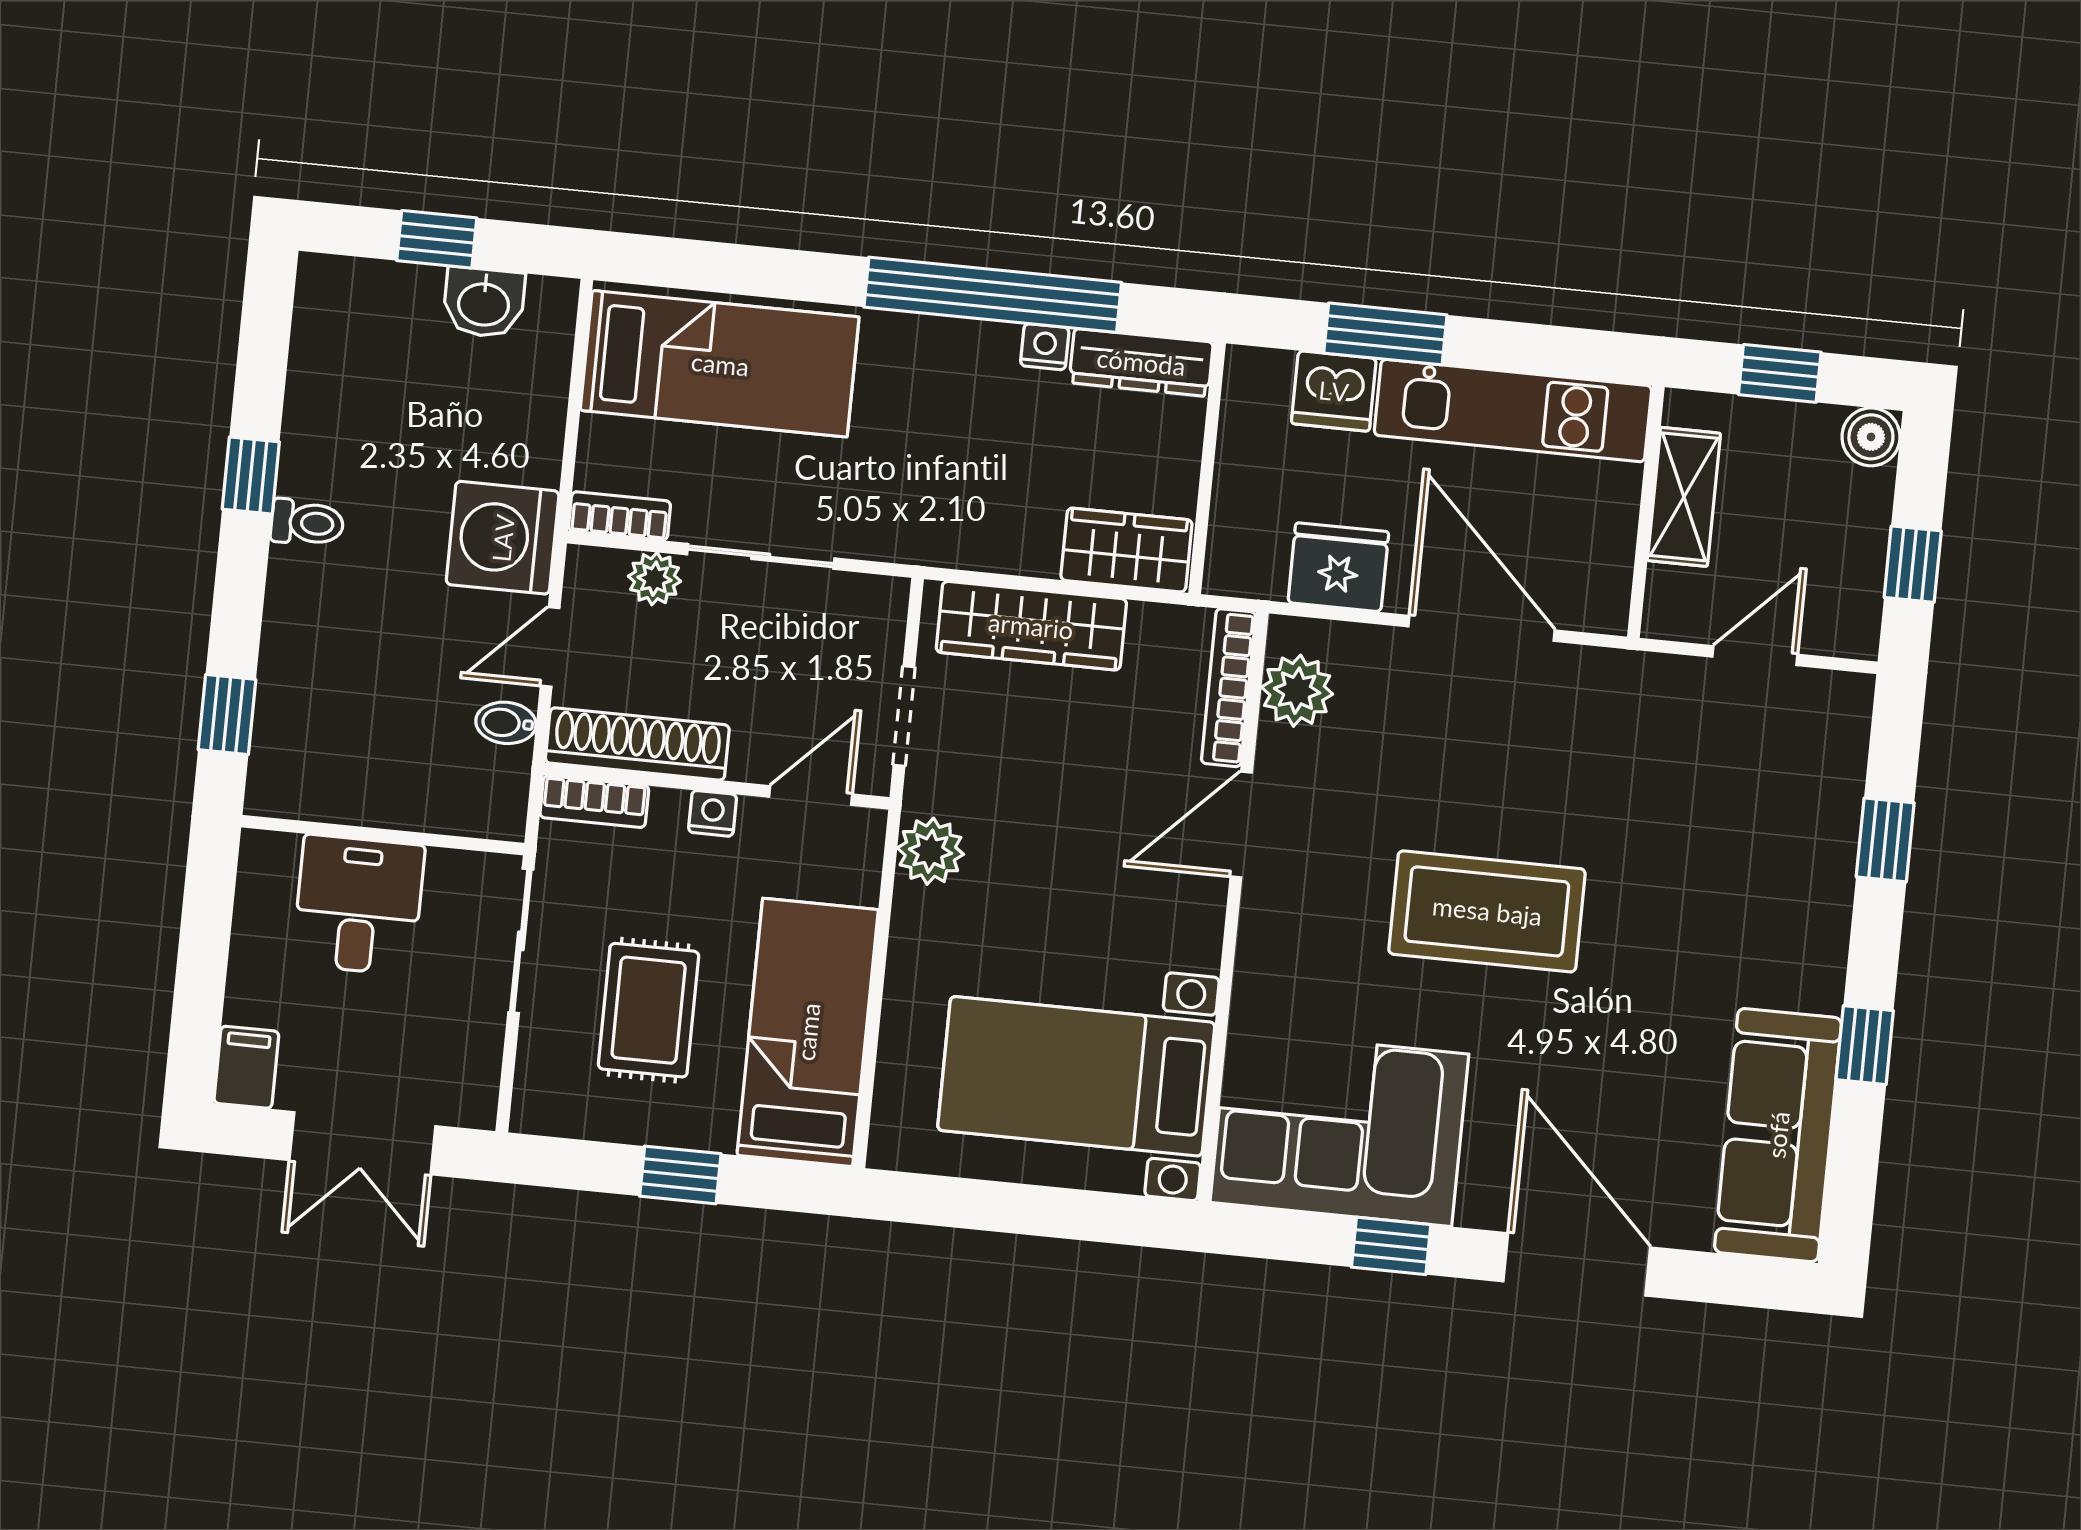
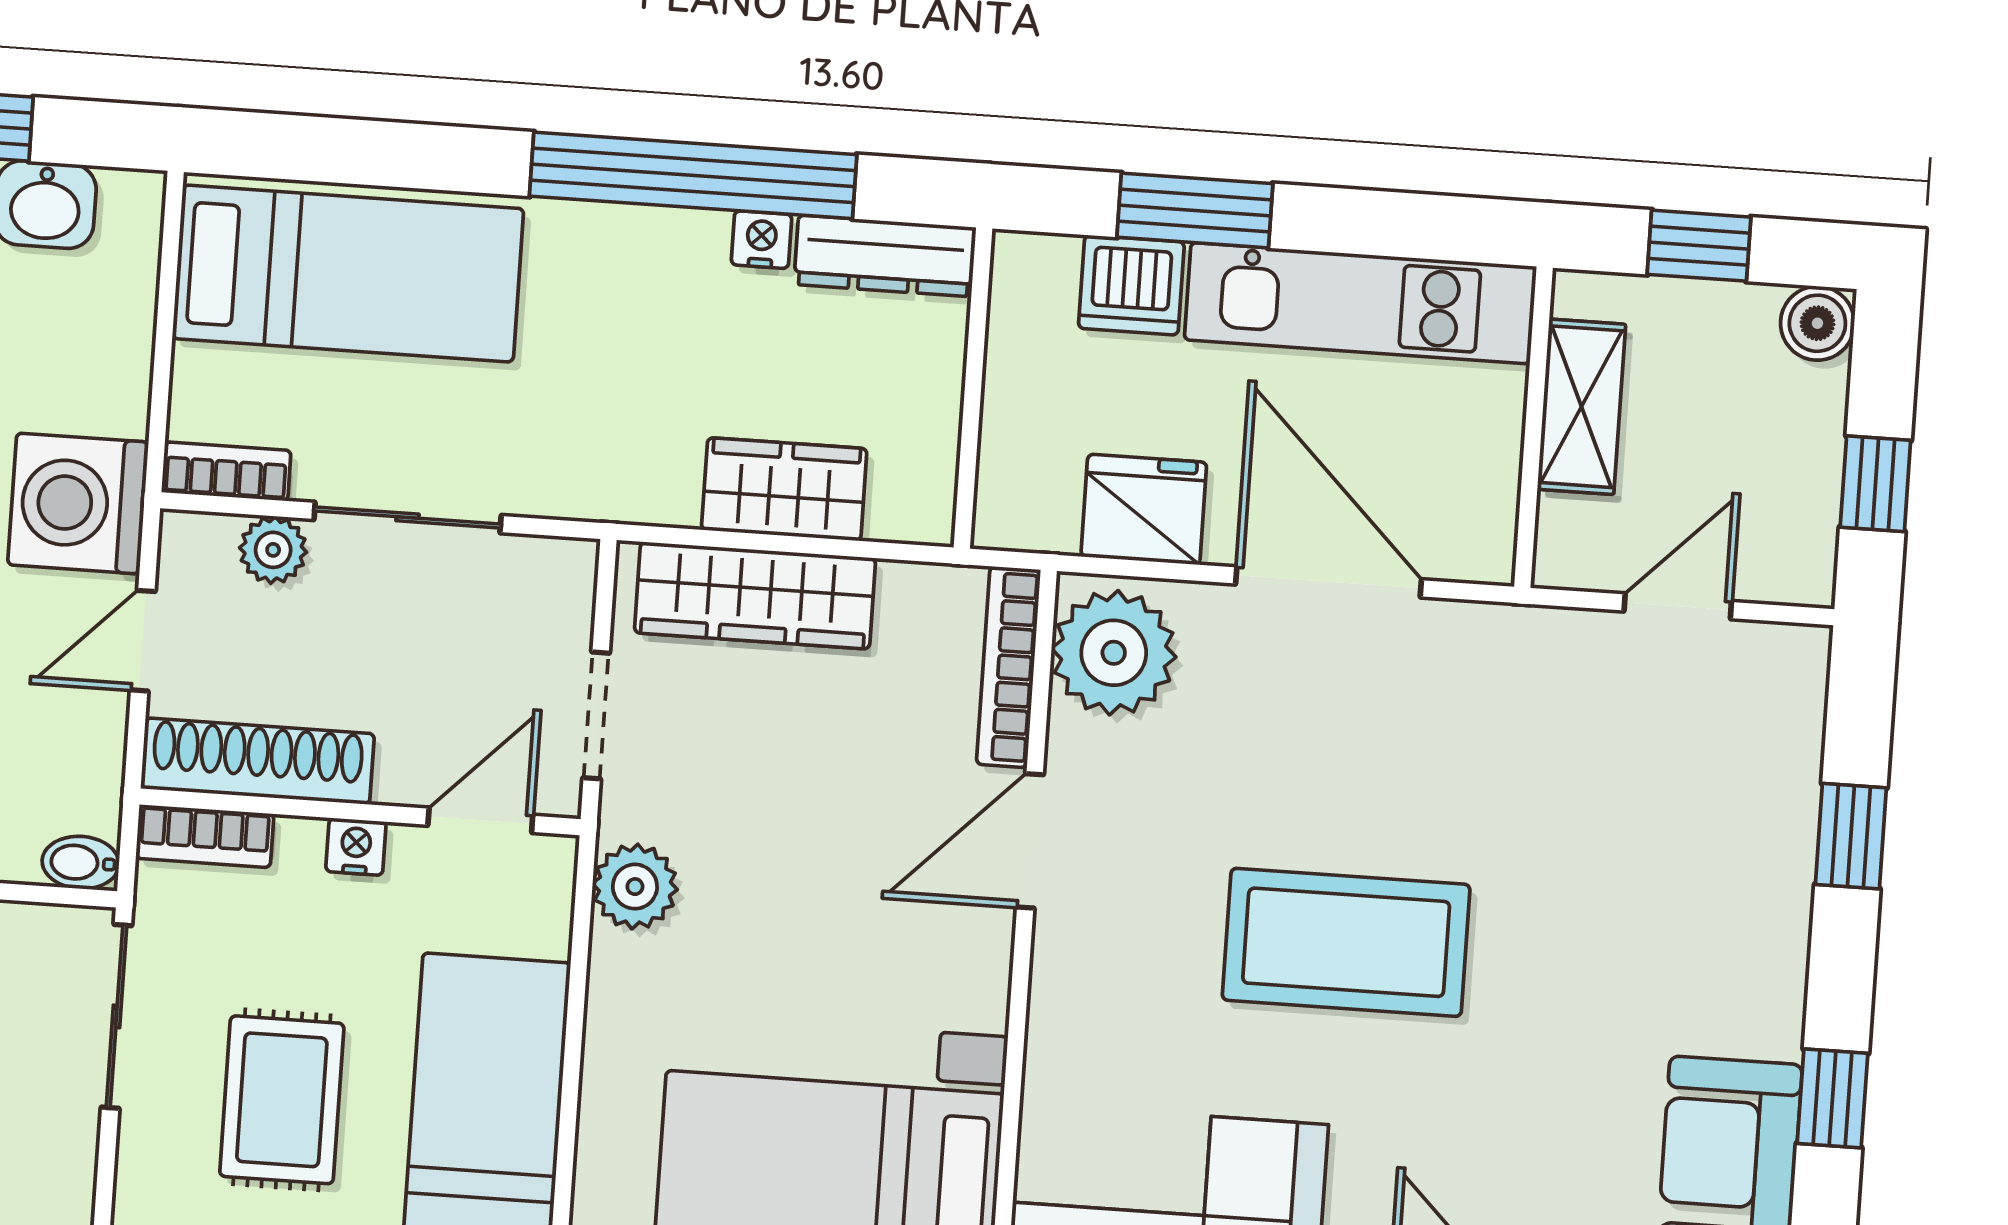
wardrobe: (1126, 550) -> (784, 489), moved
plant: (1297, 691) -> (1114, 653), width x1.36, depth x1.36
bidet: (506, 723) -> (81, 863), moved

